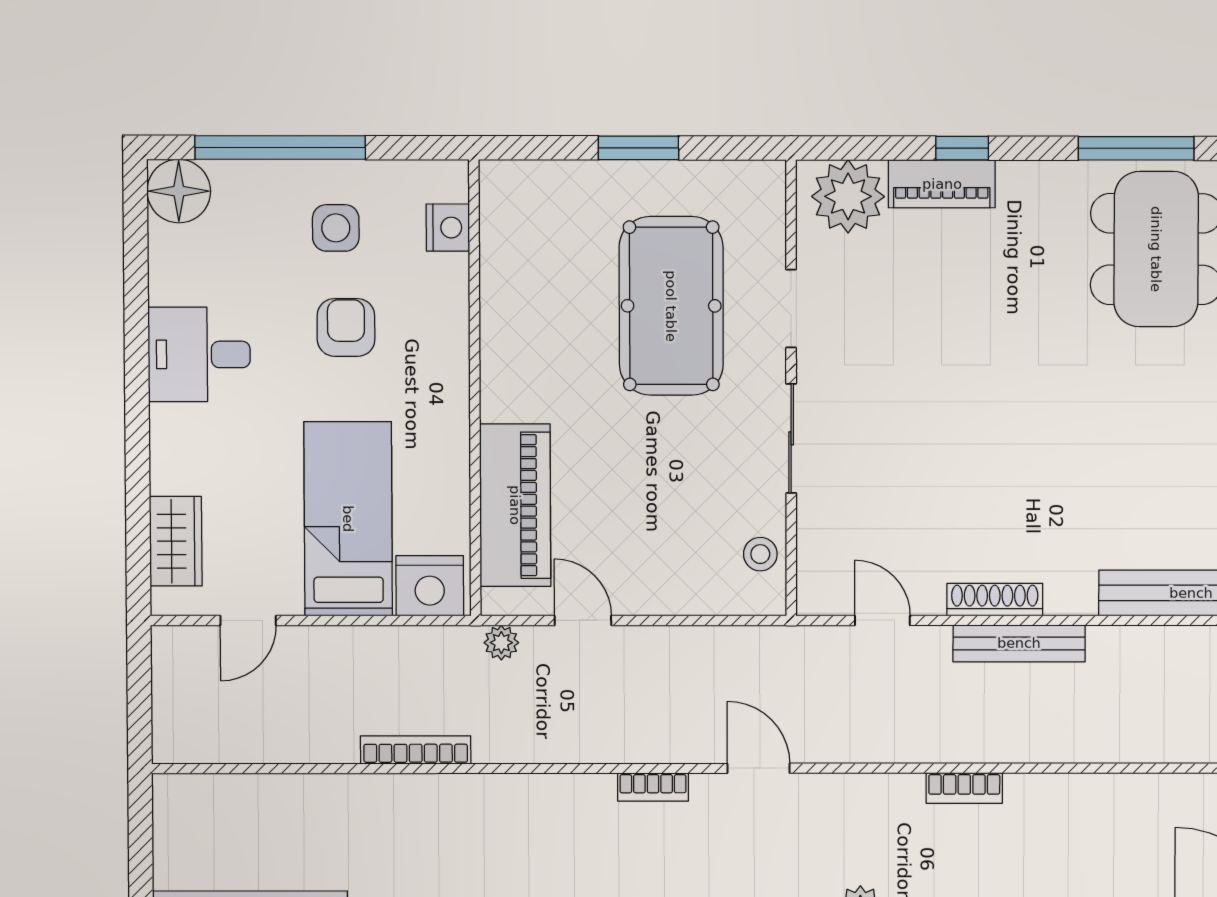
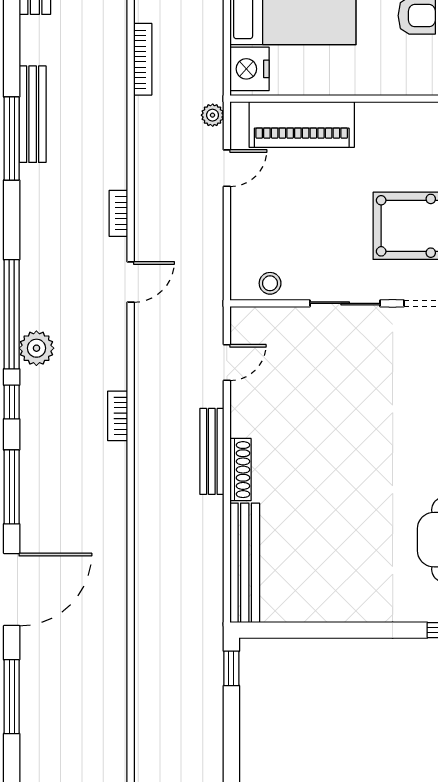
shoe rack: (995, 600) -> (240, 470), moved

